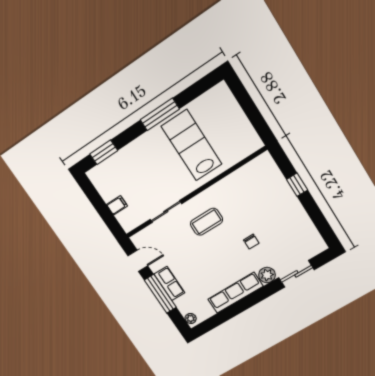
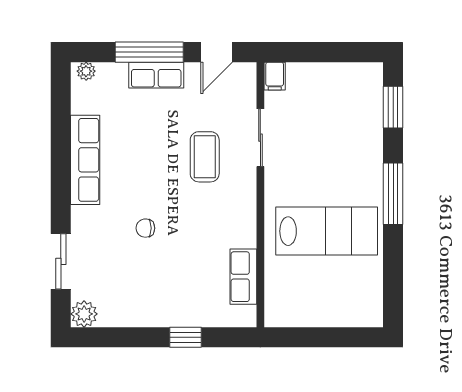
window: (160, 114) -> (393, 194), moved
row of seats: (245, 174) -> (243, 277), added
filing cabinet: (117, 205) -> (275, 76), moved
coffee table: (207, 222) -> (205, 157), moved
plant: (267, 275) -> (84, 314), moved

